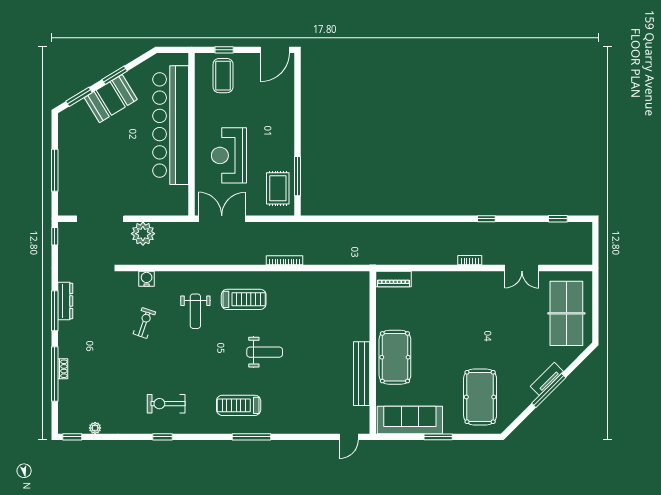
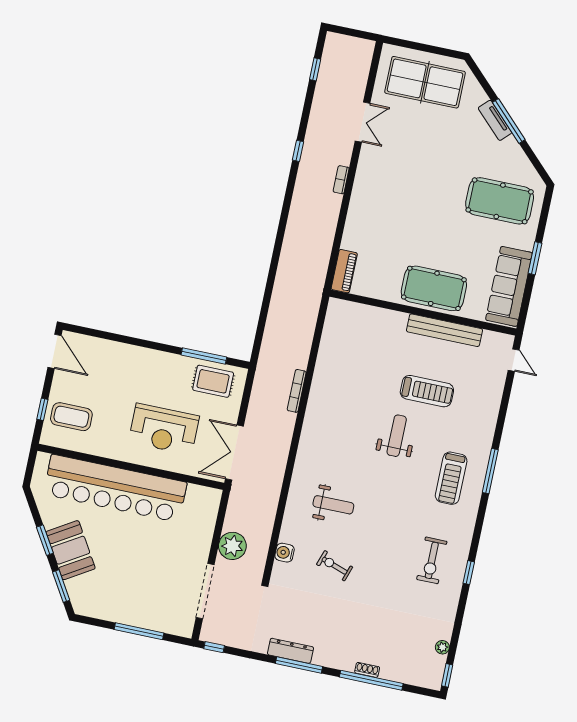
treadmill: (244, 299) -> (427, 391), moved, turned 90

